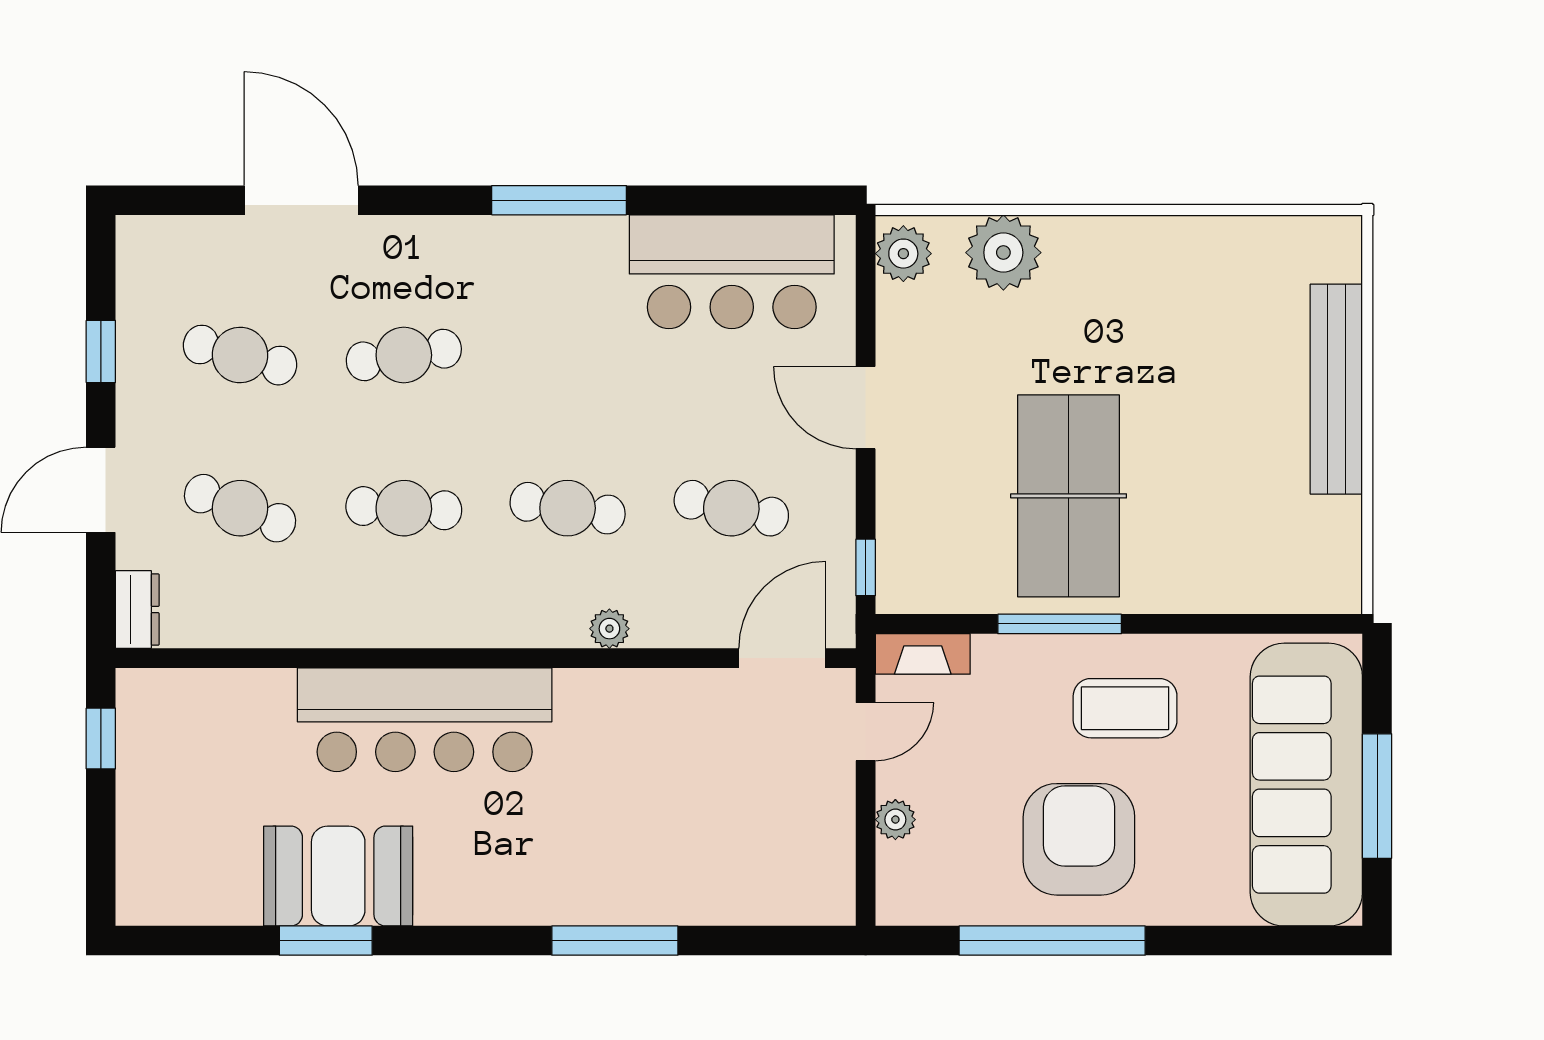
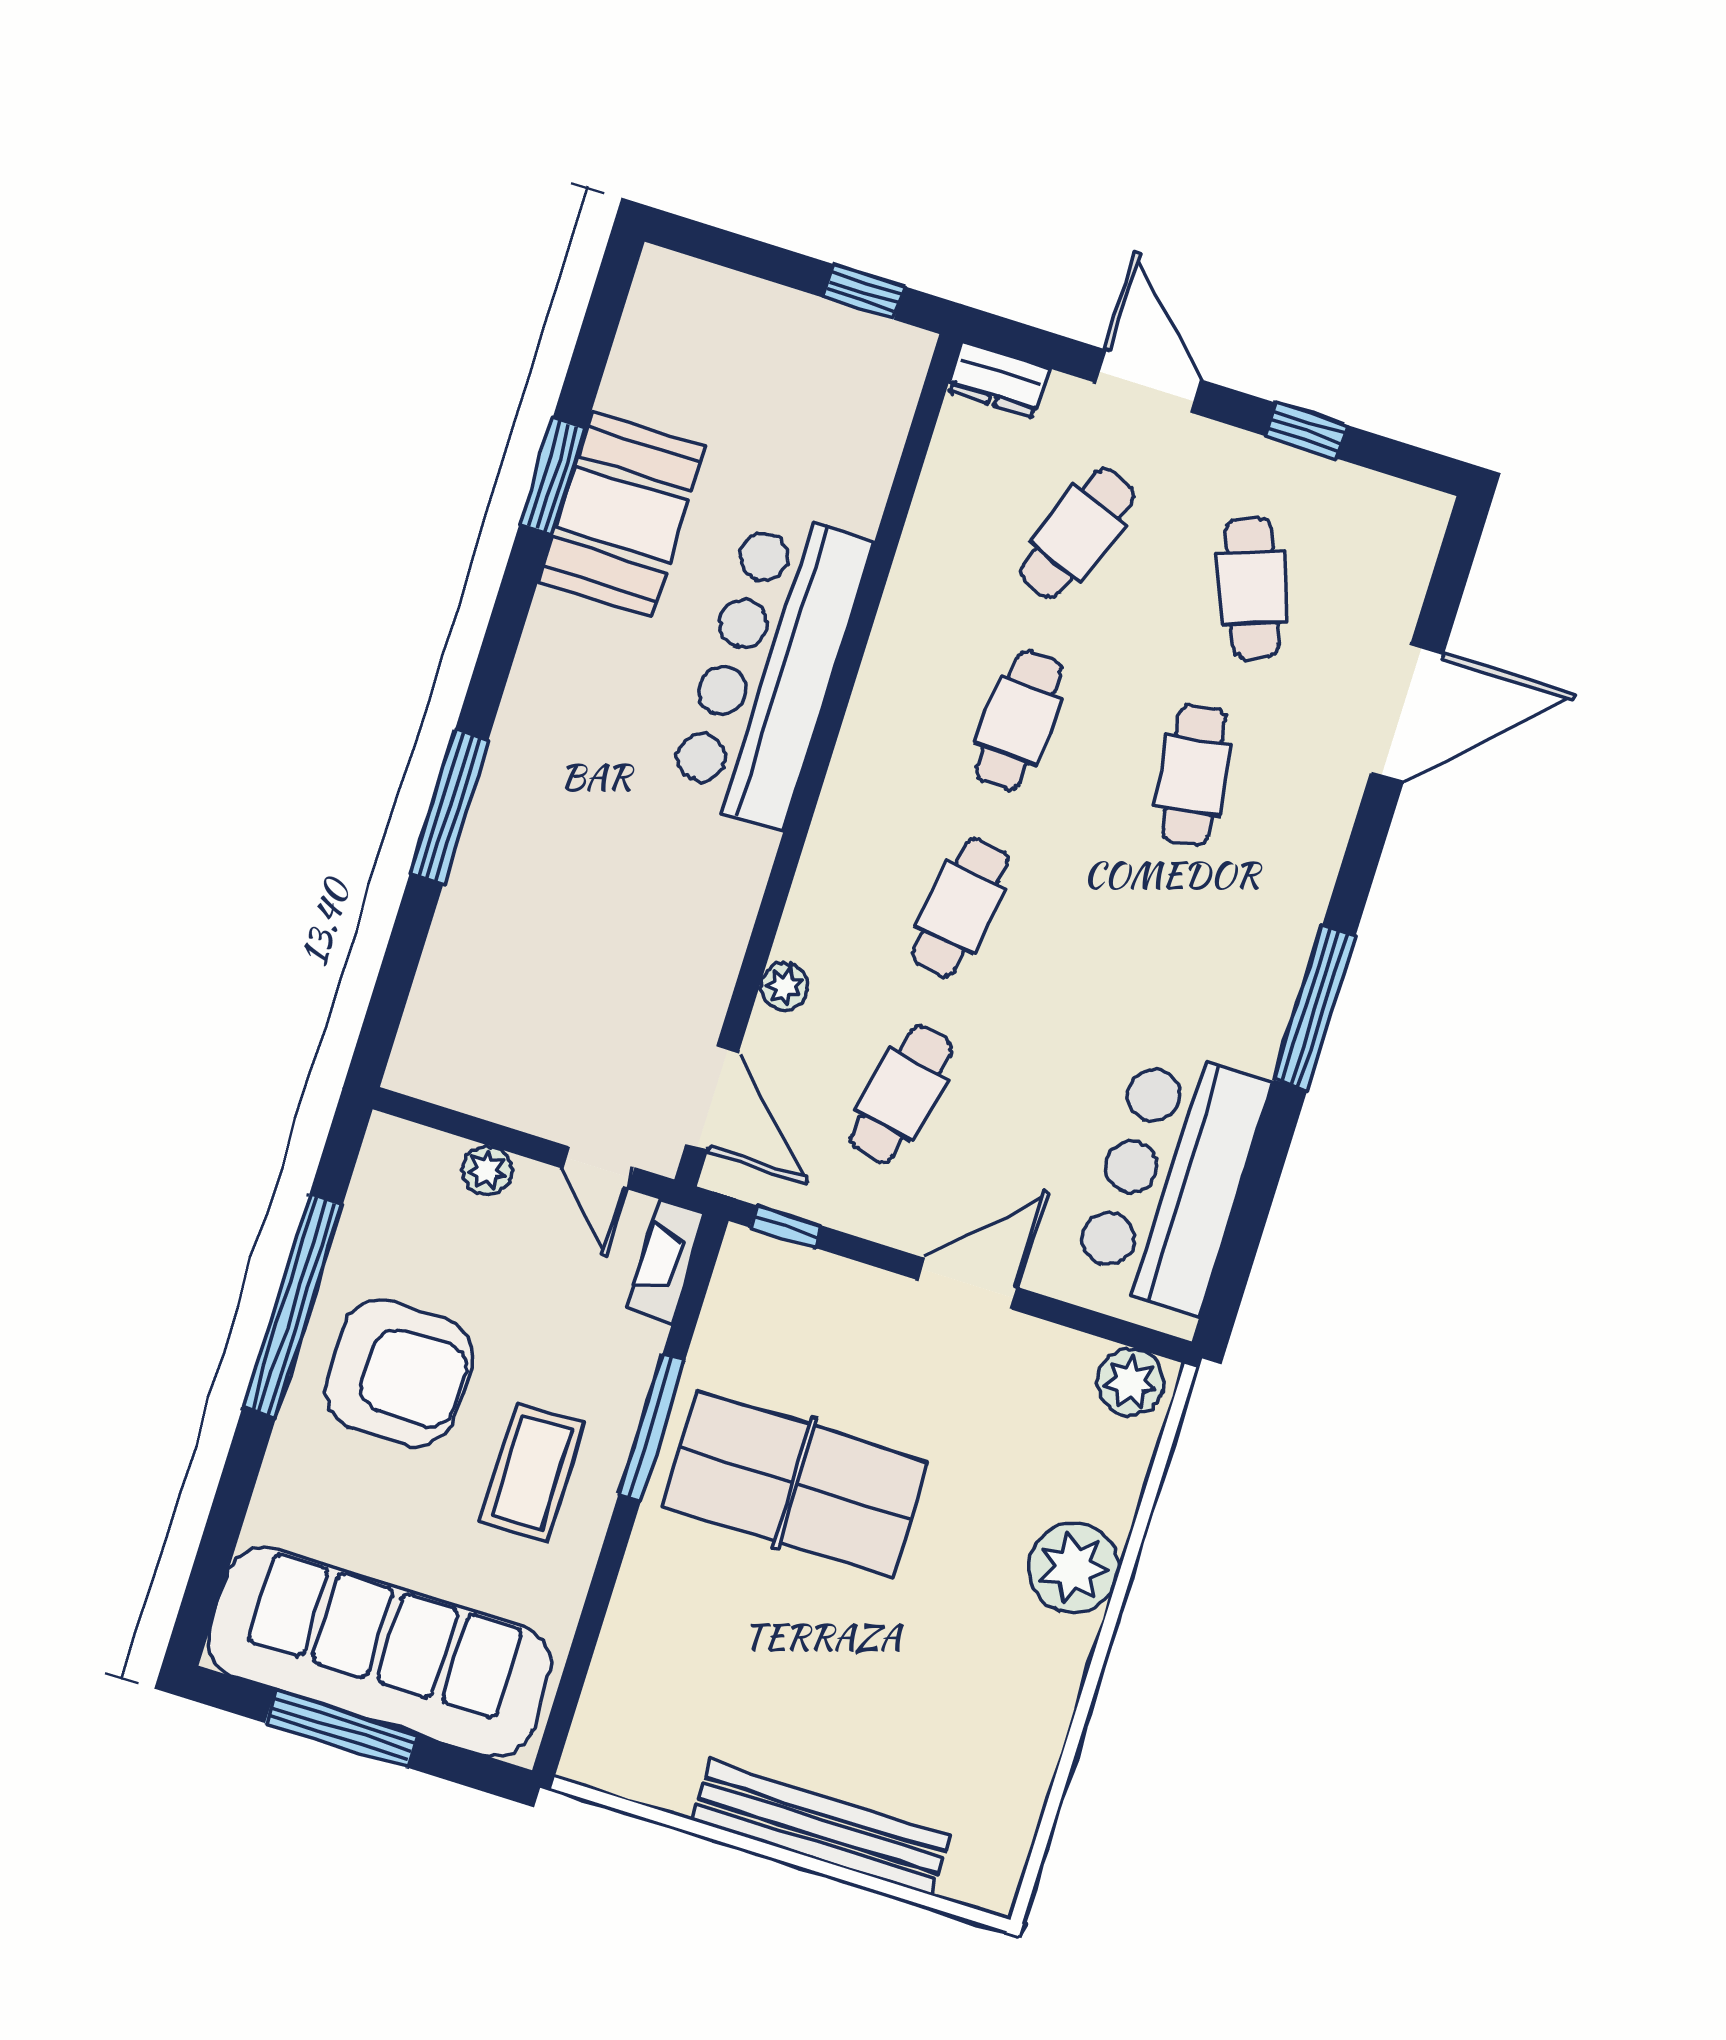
plant: (1003, 253) -> (1074, 1568), moved
cafe table: (240, 355) -> (1252, 588), turned -36
plant: (609, 629) -> (784, 987), moved

